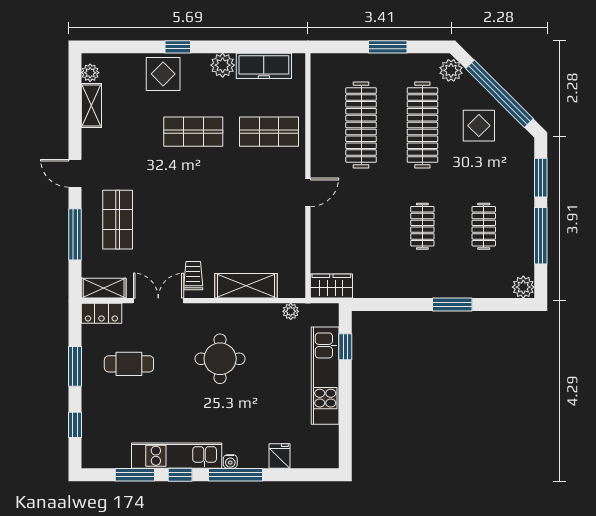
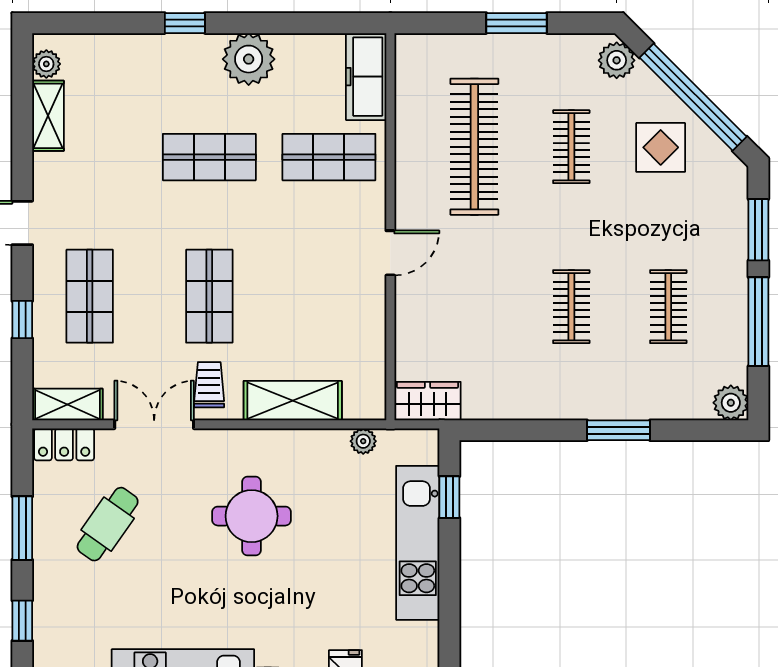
plant: (223, 65) -> (249, 59), width x1.36, depth x1.36
freezer: (264, 66) -> (366, 77), moved, turned 90
display table: (163, 74) -> (162, 66), removed
clothes rail: (422, 125) -> (571, 147), width x0.54, depth x0.76
shop shelf: (193, 220) -> (209, 296), added
window: (75, 234) -> (22, 320), width x0.46
cafe table: (129, 364) -> (108, 524), turned -55

